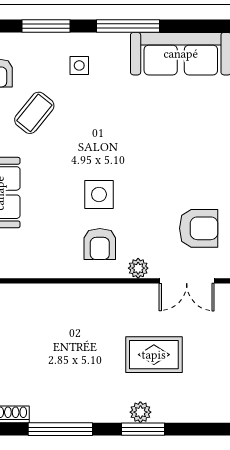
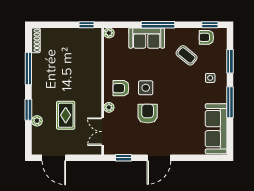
armchair: (199, 228) -> (148, 114), moved, turned 180
plant: (140, 412) -> (37, 121), moved

